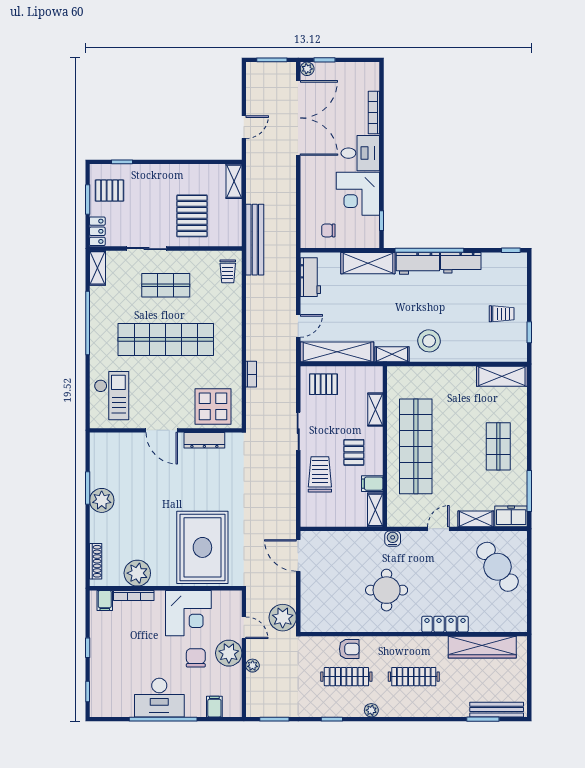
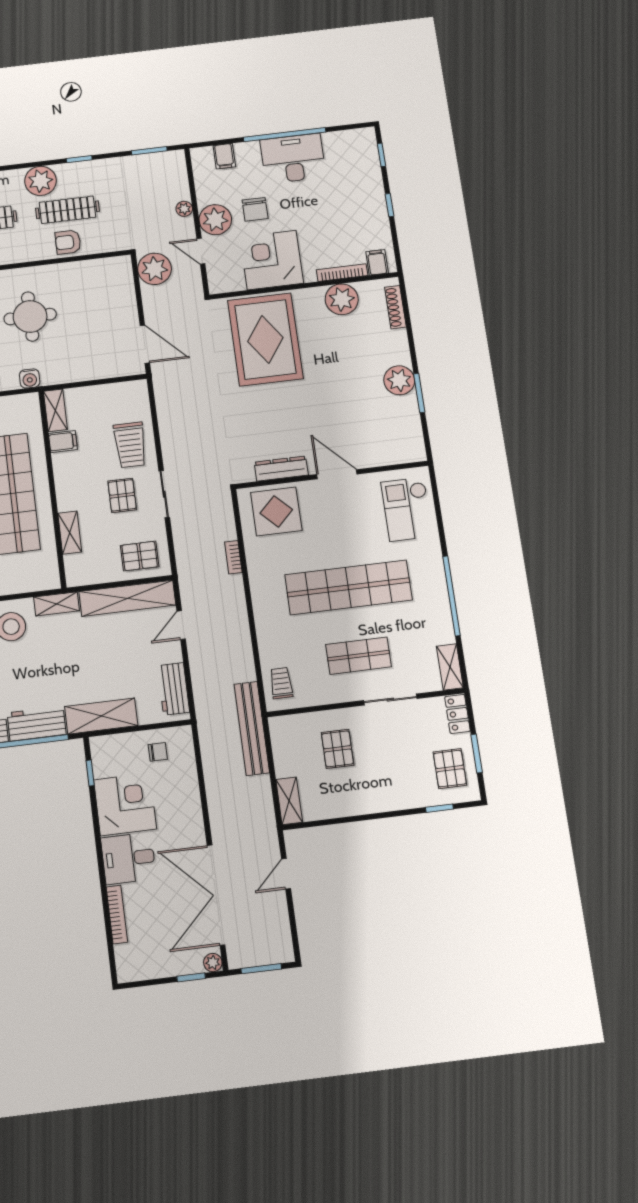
pallet: (109, 191) -> (450, 769), turned 90
pallet: (192, 216) -> (338, 749), width x0.67, depth x0.71
pallet: (354, 452) -> (122, 495), moved
plant: (371, 710) -> (40, 181), width x1.88, depth x1.88

